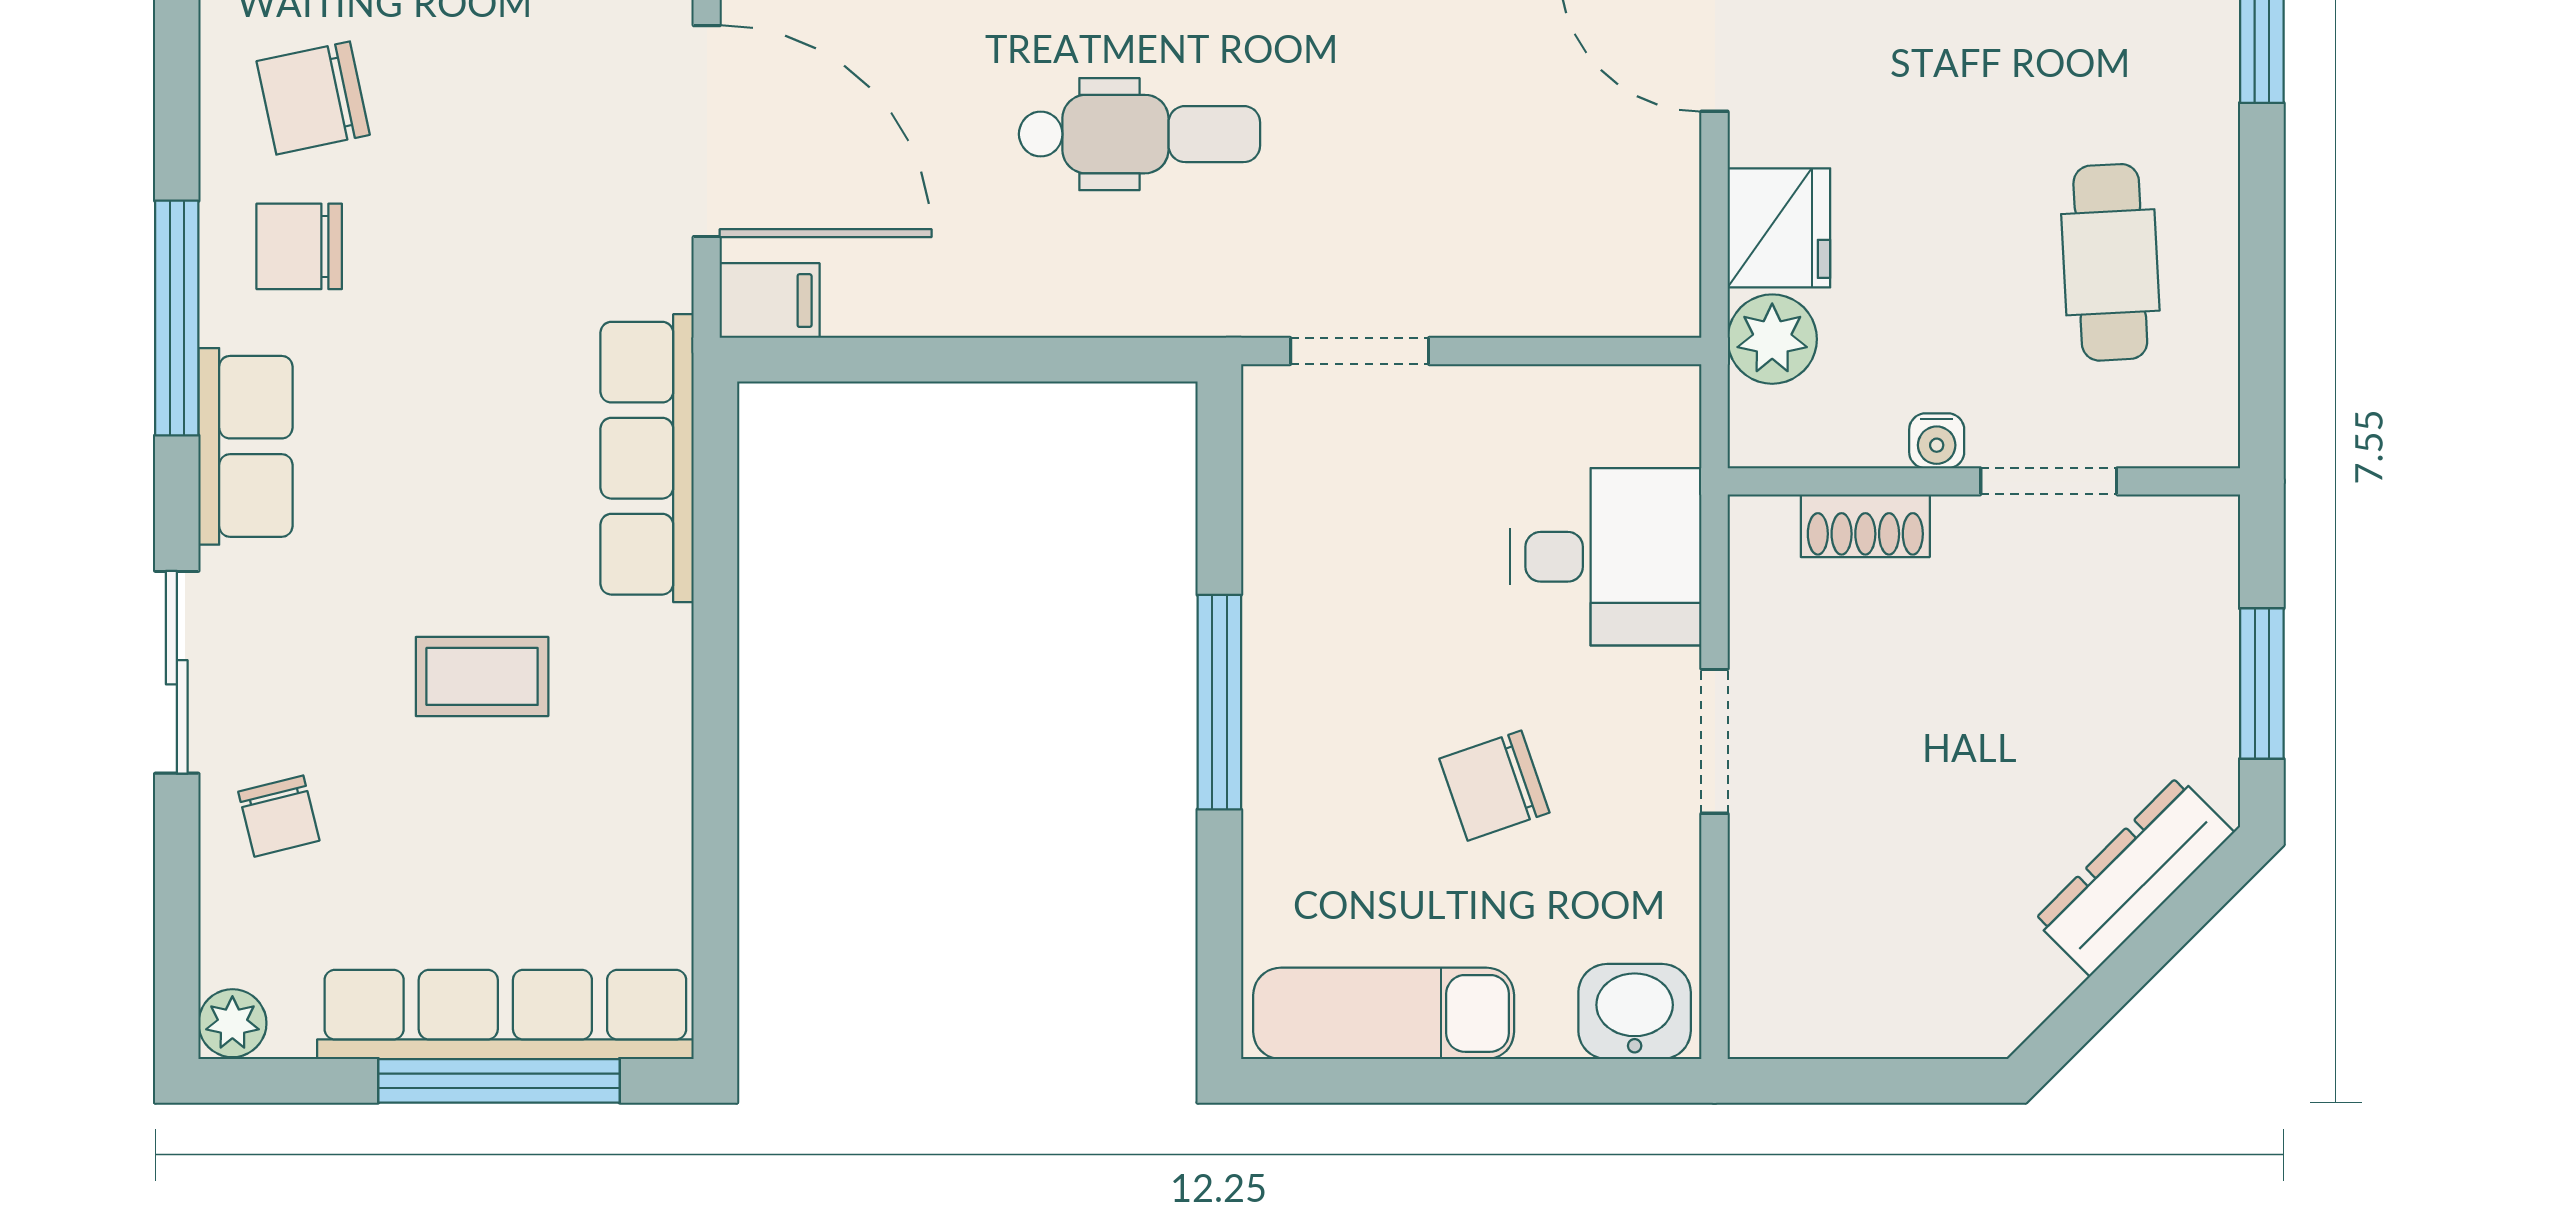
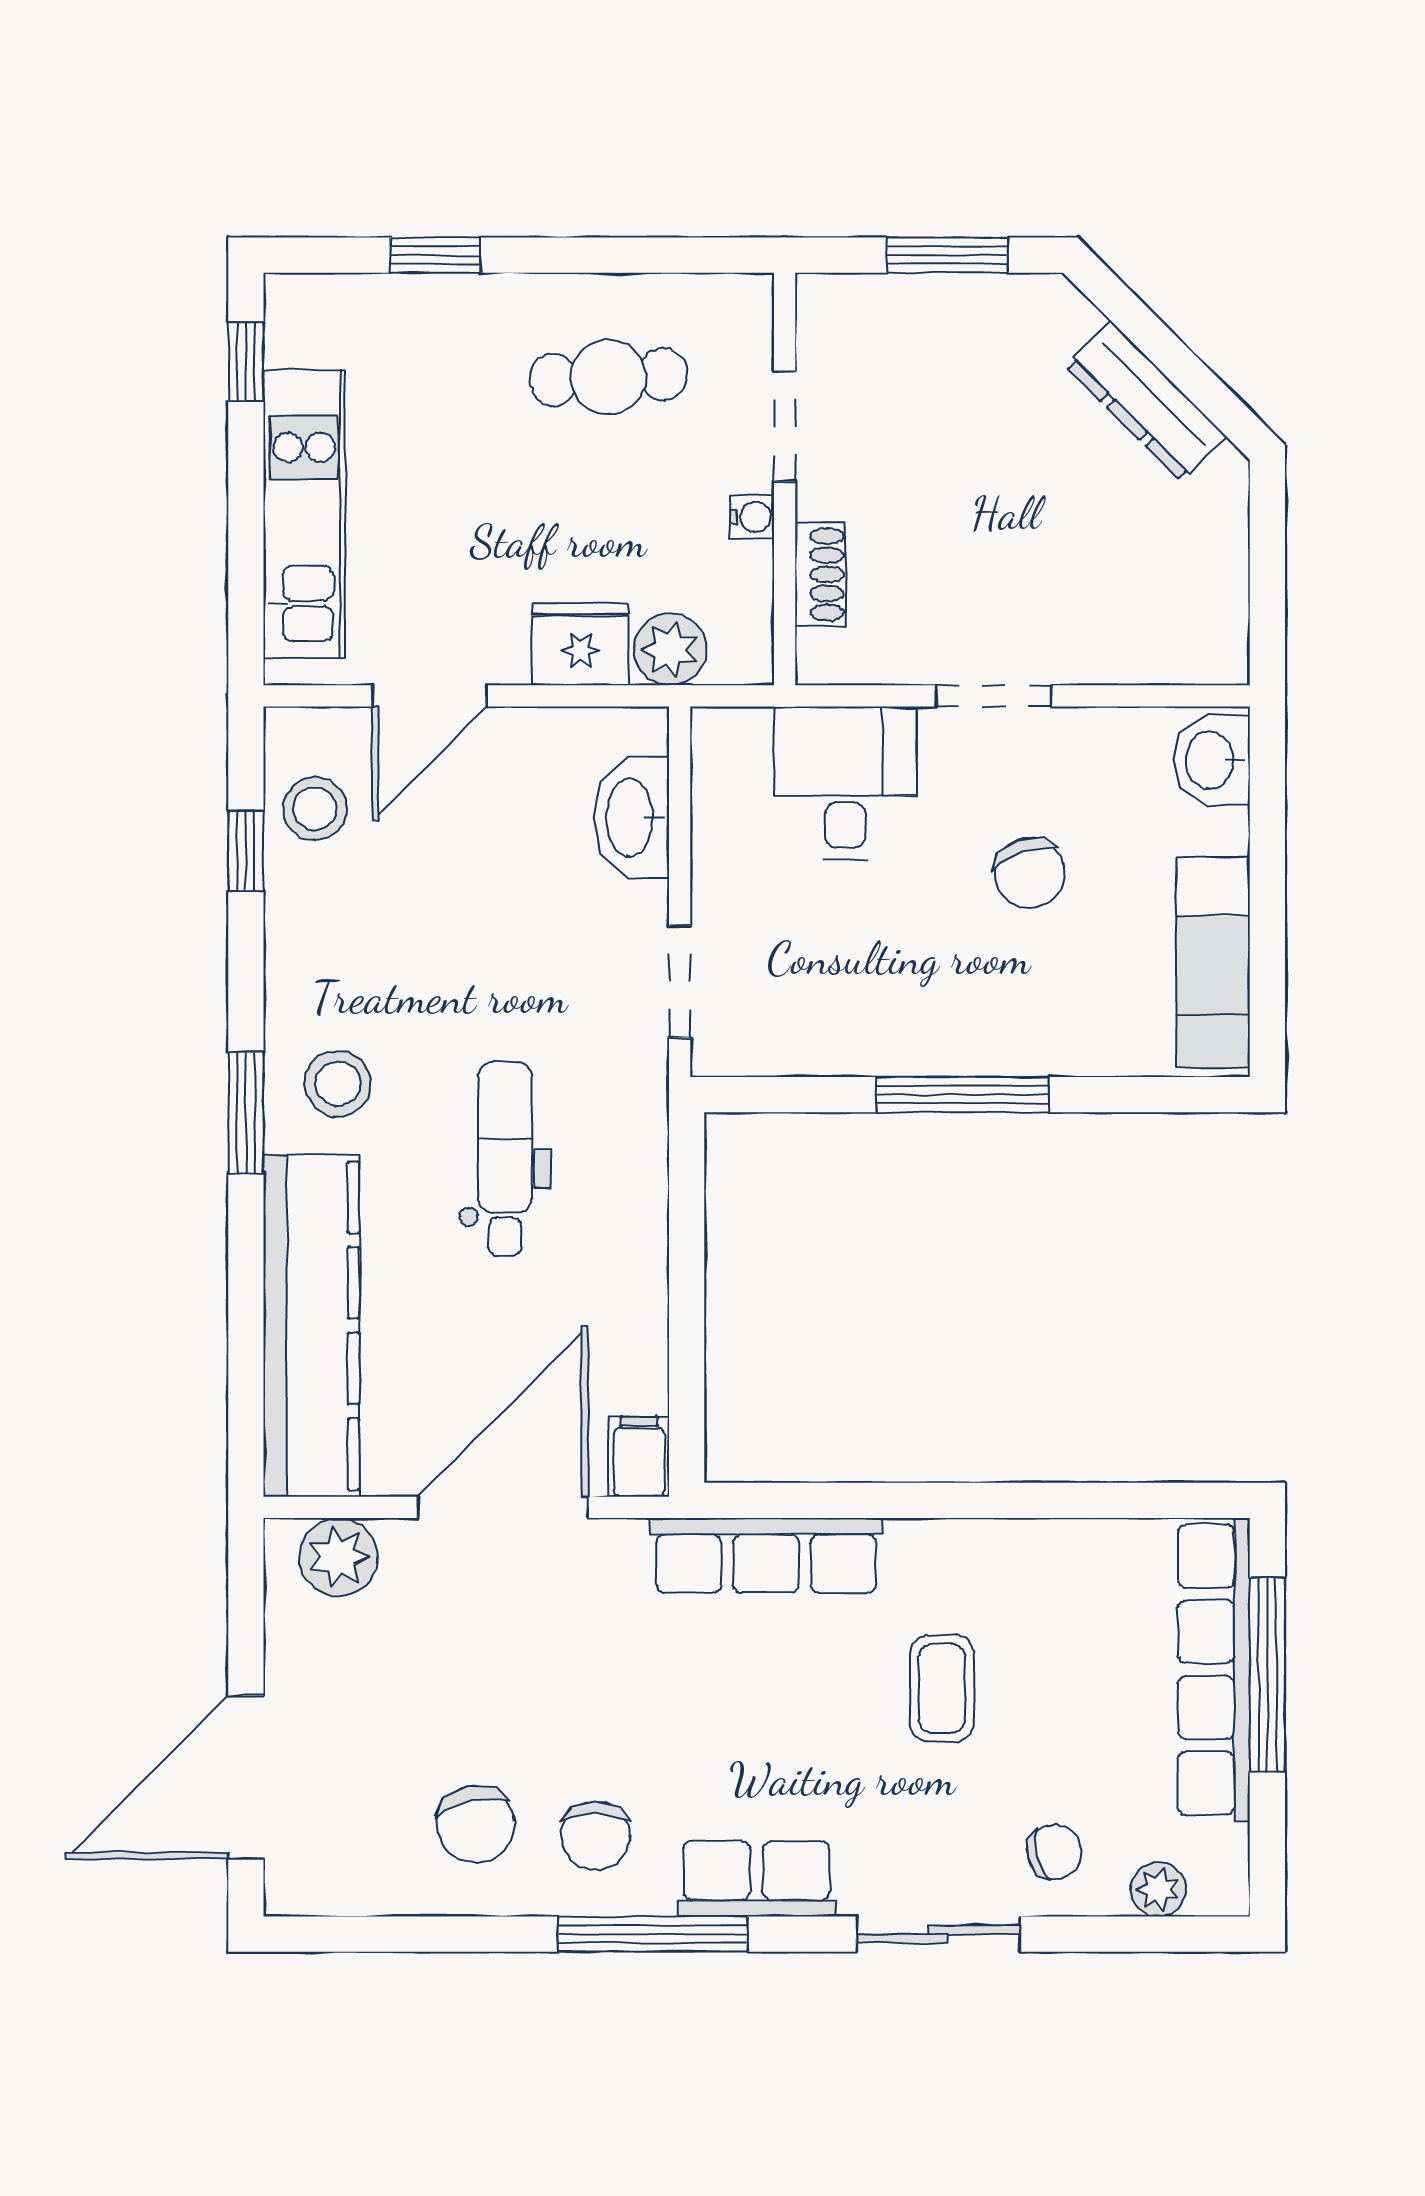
washbasin: (1563, 292) -> (632, 818), added
dresser: (2134, 876) -> (1146, 401), moved
plant: (232, 1023) -> (1158, 1889), moved

